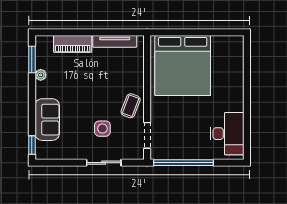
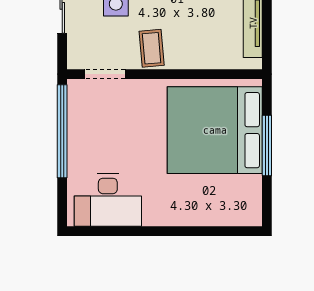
window: (192, 32) -> (267, 146), added
coffee table: (131, 106) -> (152, 48), turned 64

